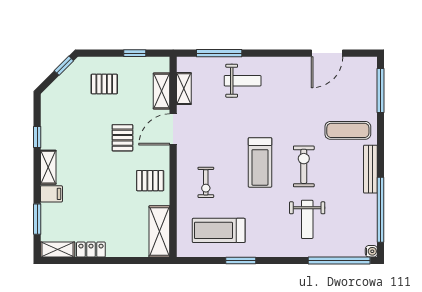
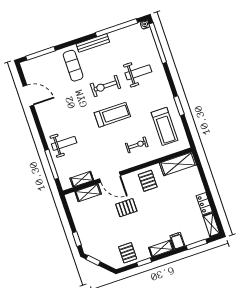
window: (135, 53) -> (77, 239), moved
weight bench: (243, 81) -> (64, 143), turned 90
pallet: (104, 84) -> (128, 253), moved

